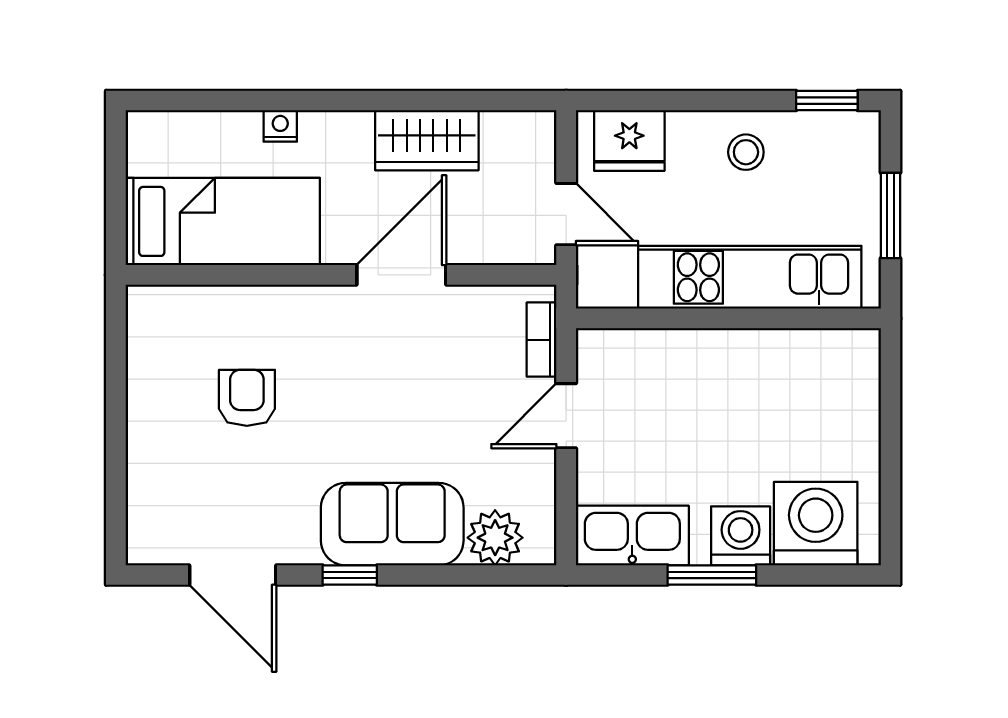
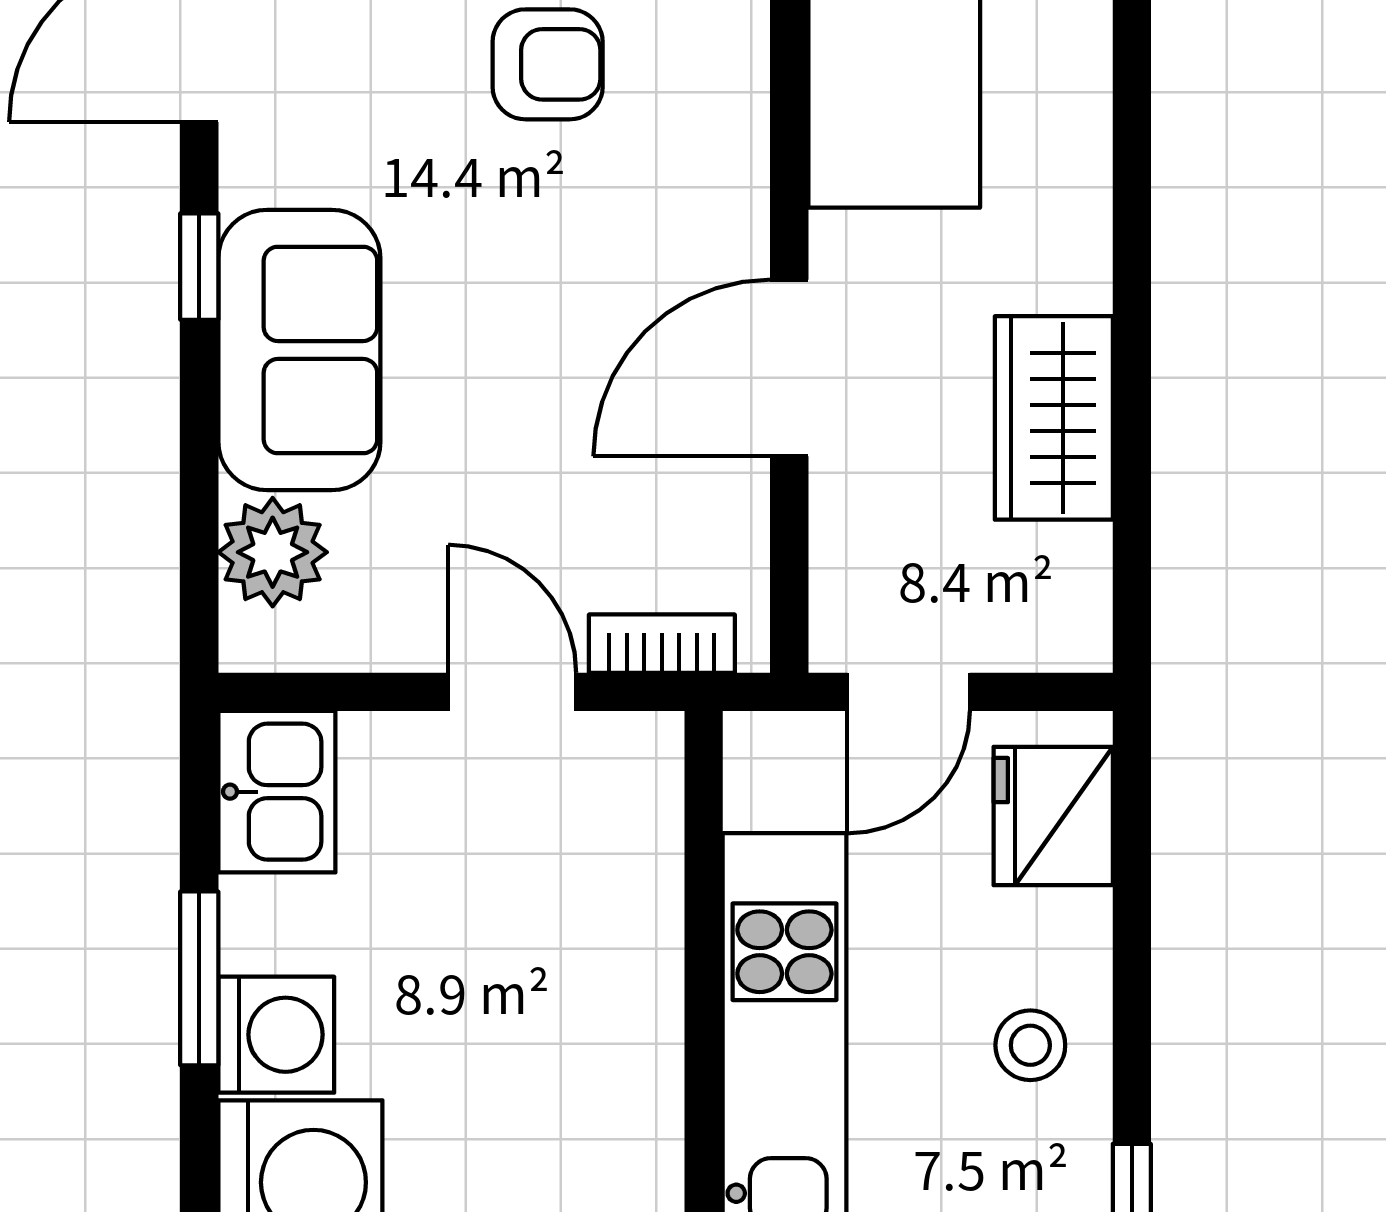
nightstand: (280, 126) -> (1082, 130), removed
door: (401, 275) -> (789, 368), swing flipped
kitchen sink: (632, 536) -> (277, 792), width x0.73

